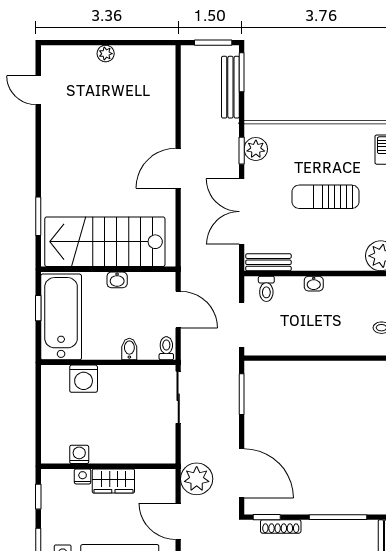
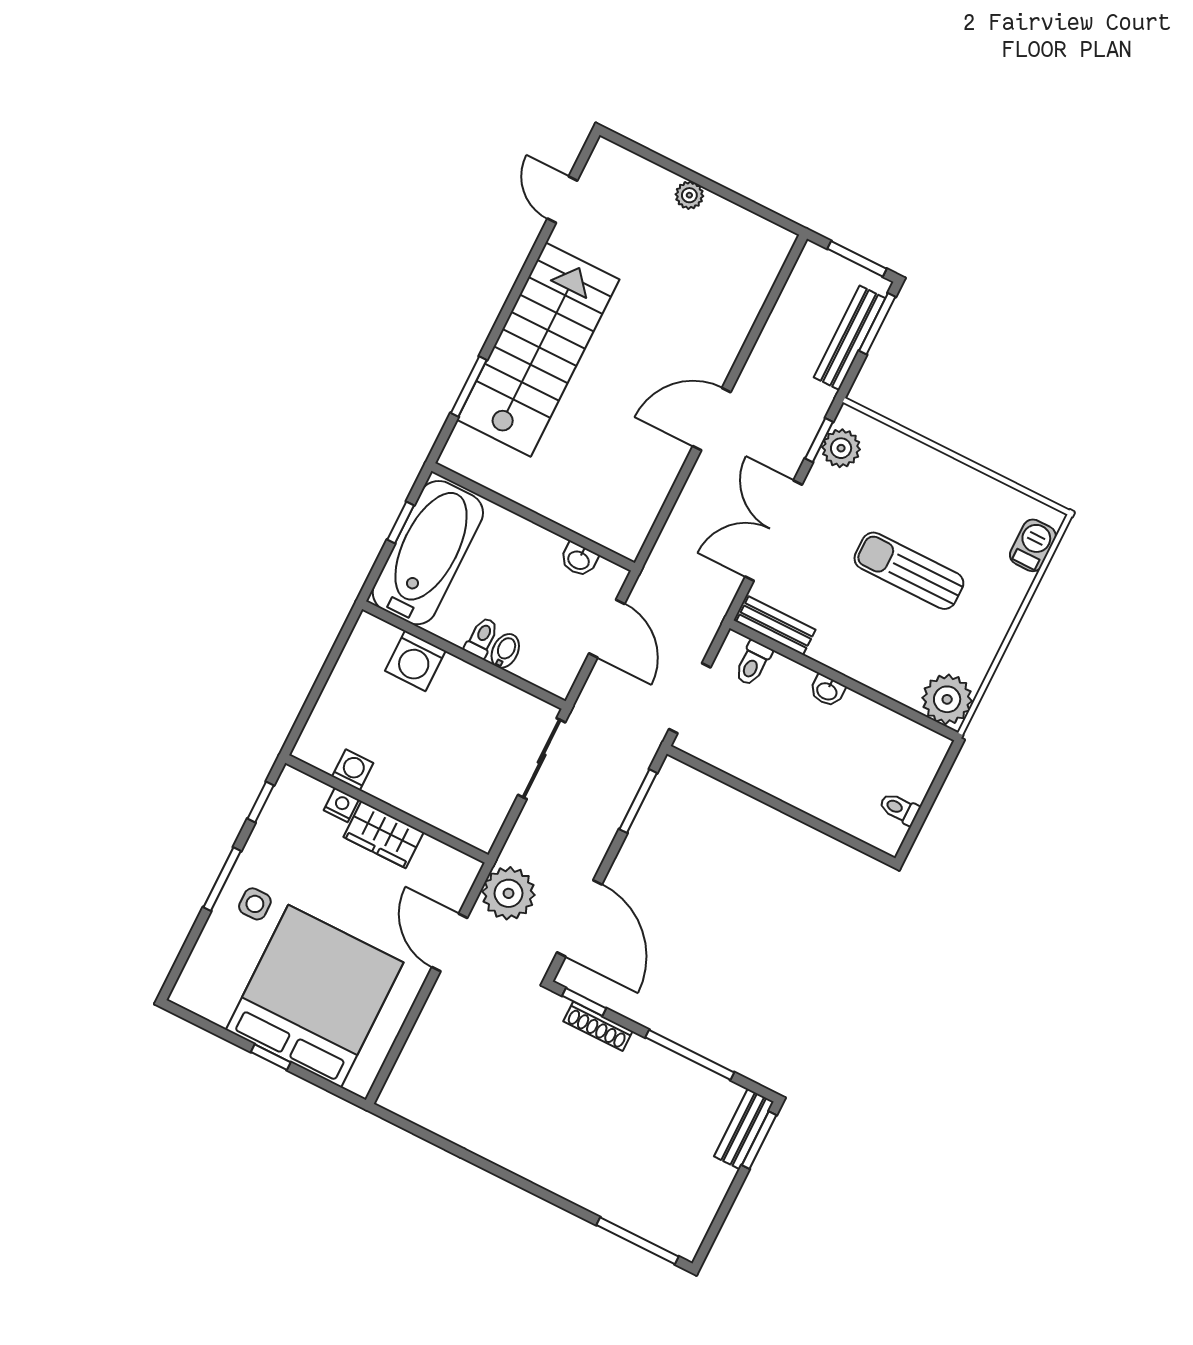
stairs: (105, 242) -> (538, 350), moved, turned 90
washbasin: (117, 280) -> (579, 560), moved
toilet: (166, 348) -> (482, 638), moved

